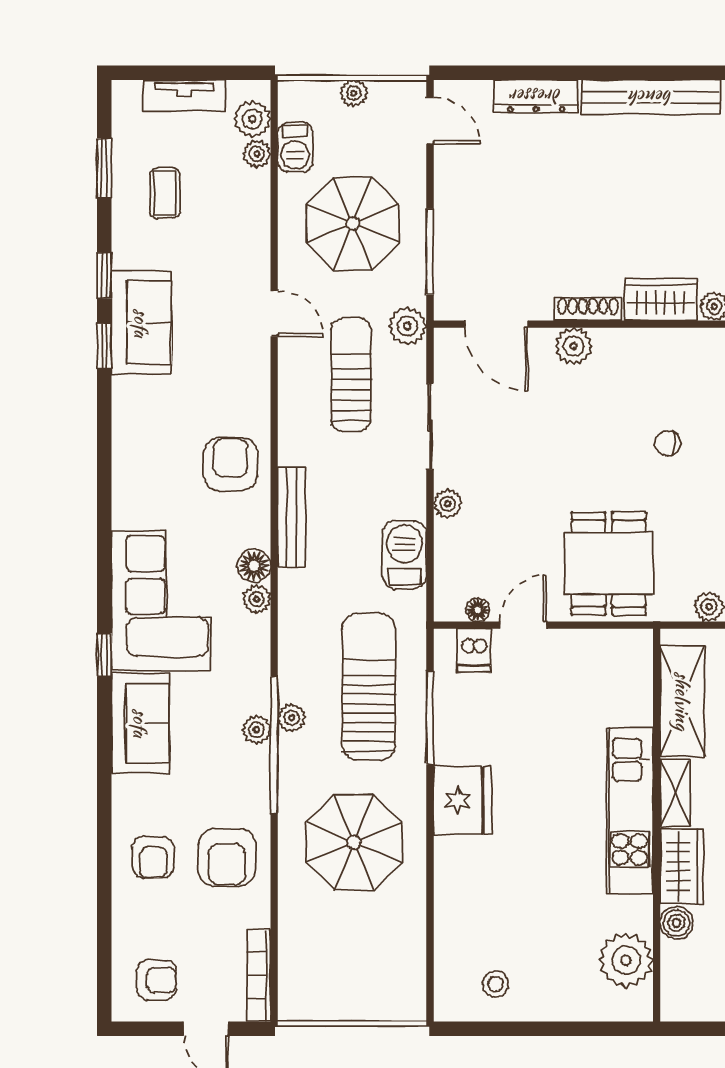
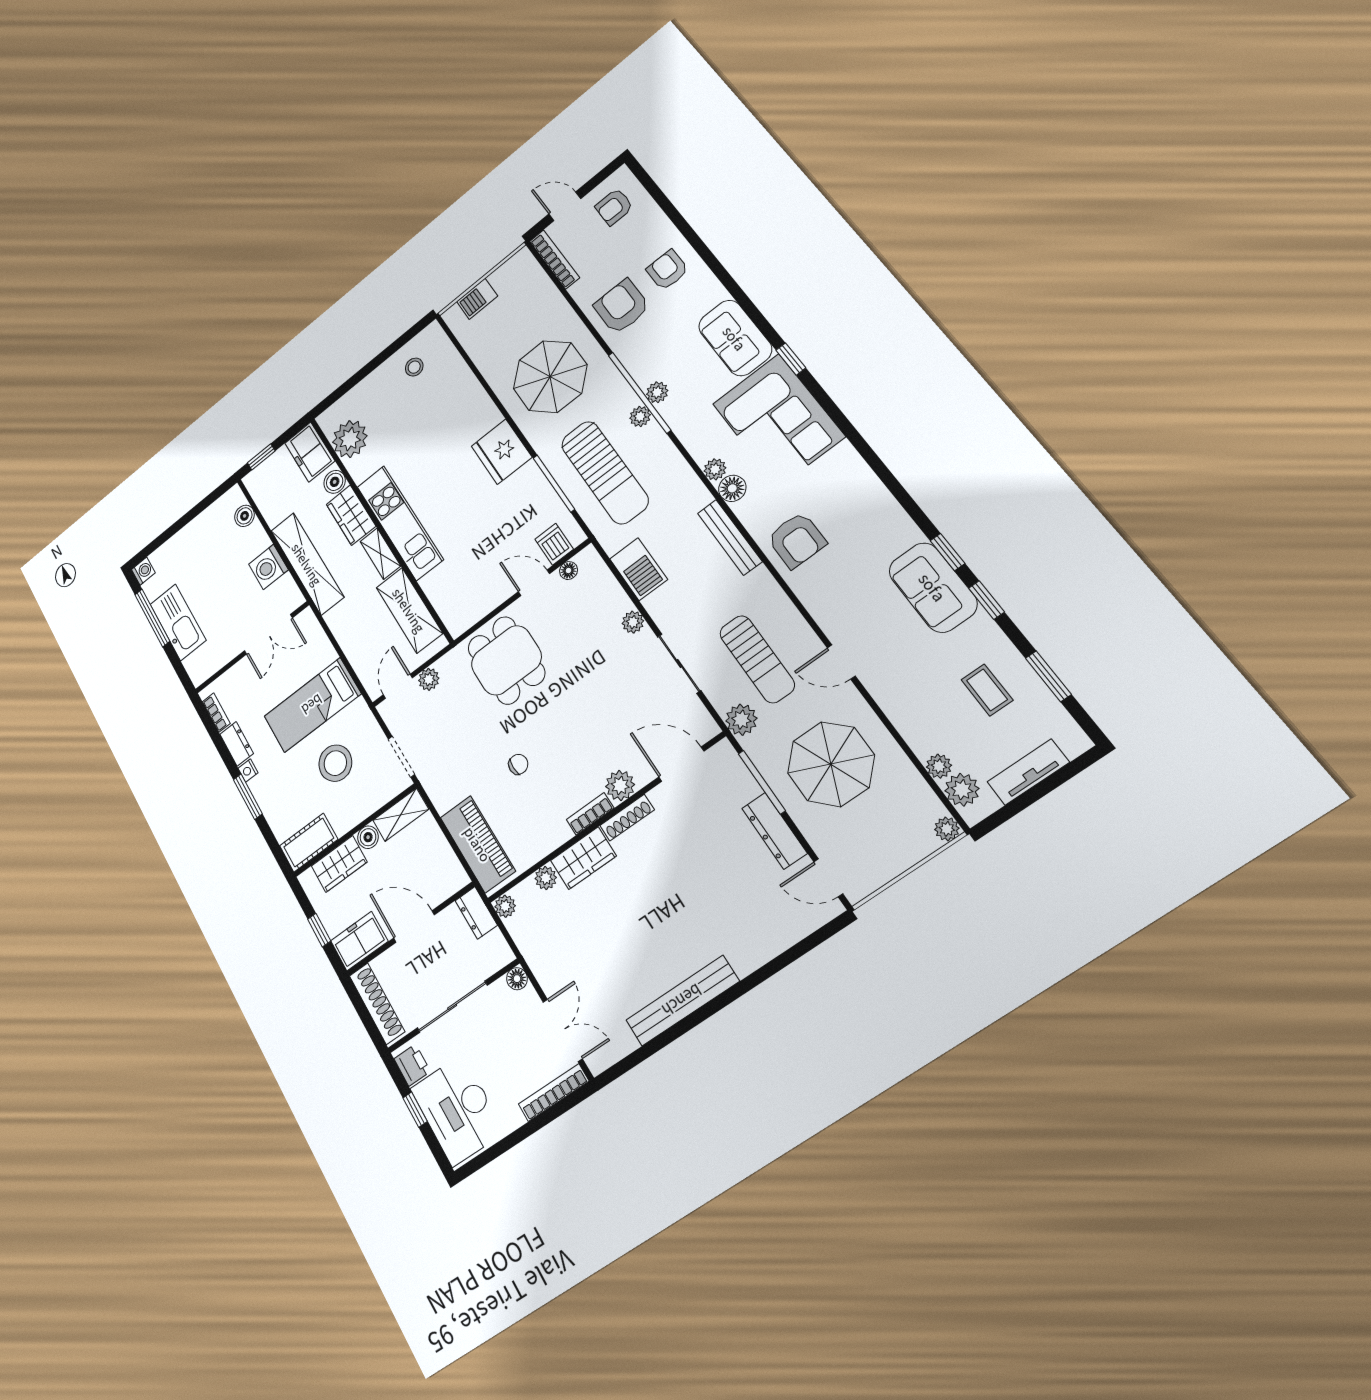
plant: (354, 93) -> (947, 829), moved
dresser: (536, 96) -> (774, 831), moved, turned -90
barbecue: (295, 147) -> (477, 299), moved, turned -90
bookcase: (624, 339) -> (590, 814), added
door: (523, 625) -> (534, 583), swing flipped
freezer: (684, 985) -> (310, 452), added

